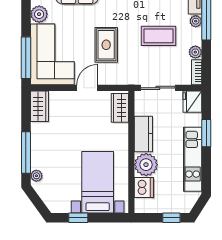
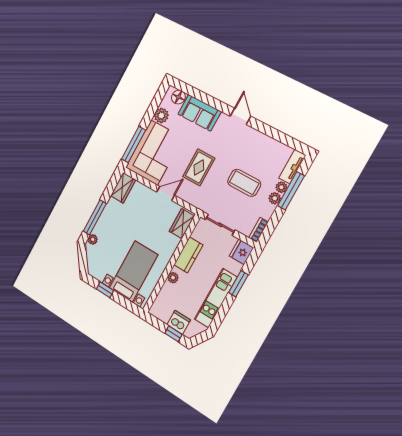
plant: (195, 52) -> (275, 198), moved
plant: (146, 165) -> (173, 278), width x0.53, depth x0.53
dishwasher: (144, 188) -> (179, 322), moved, turned -90

